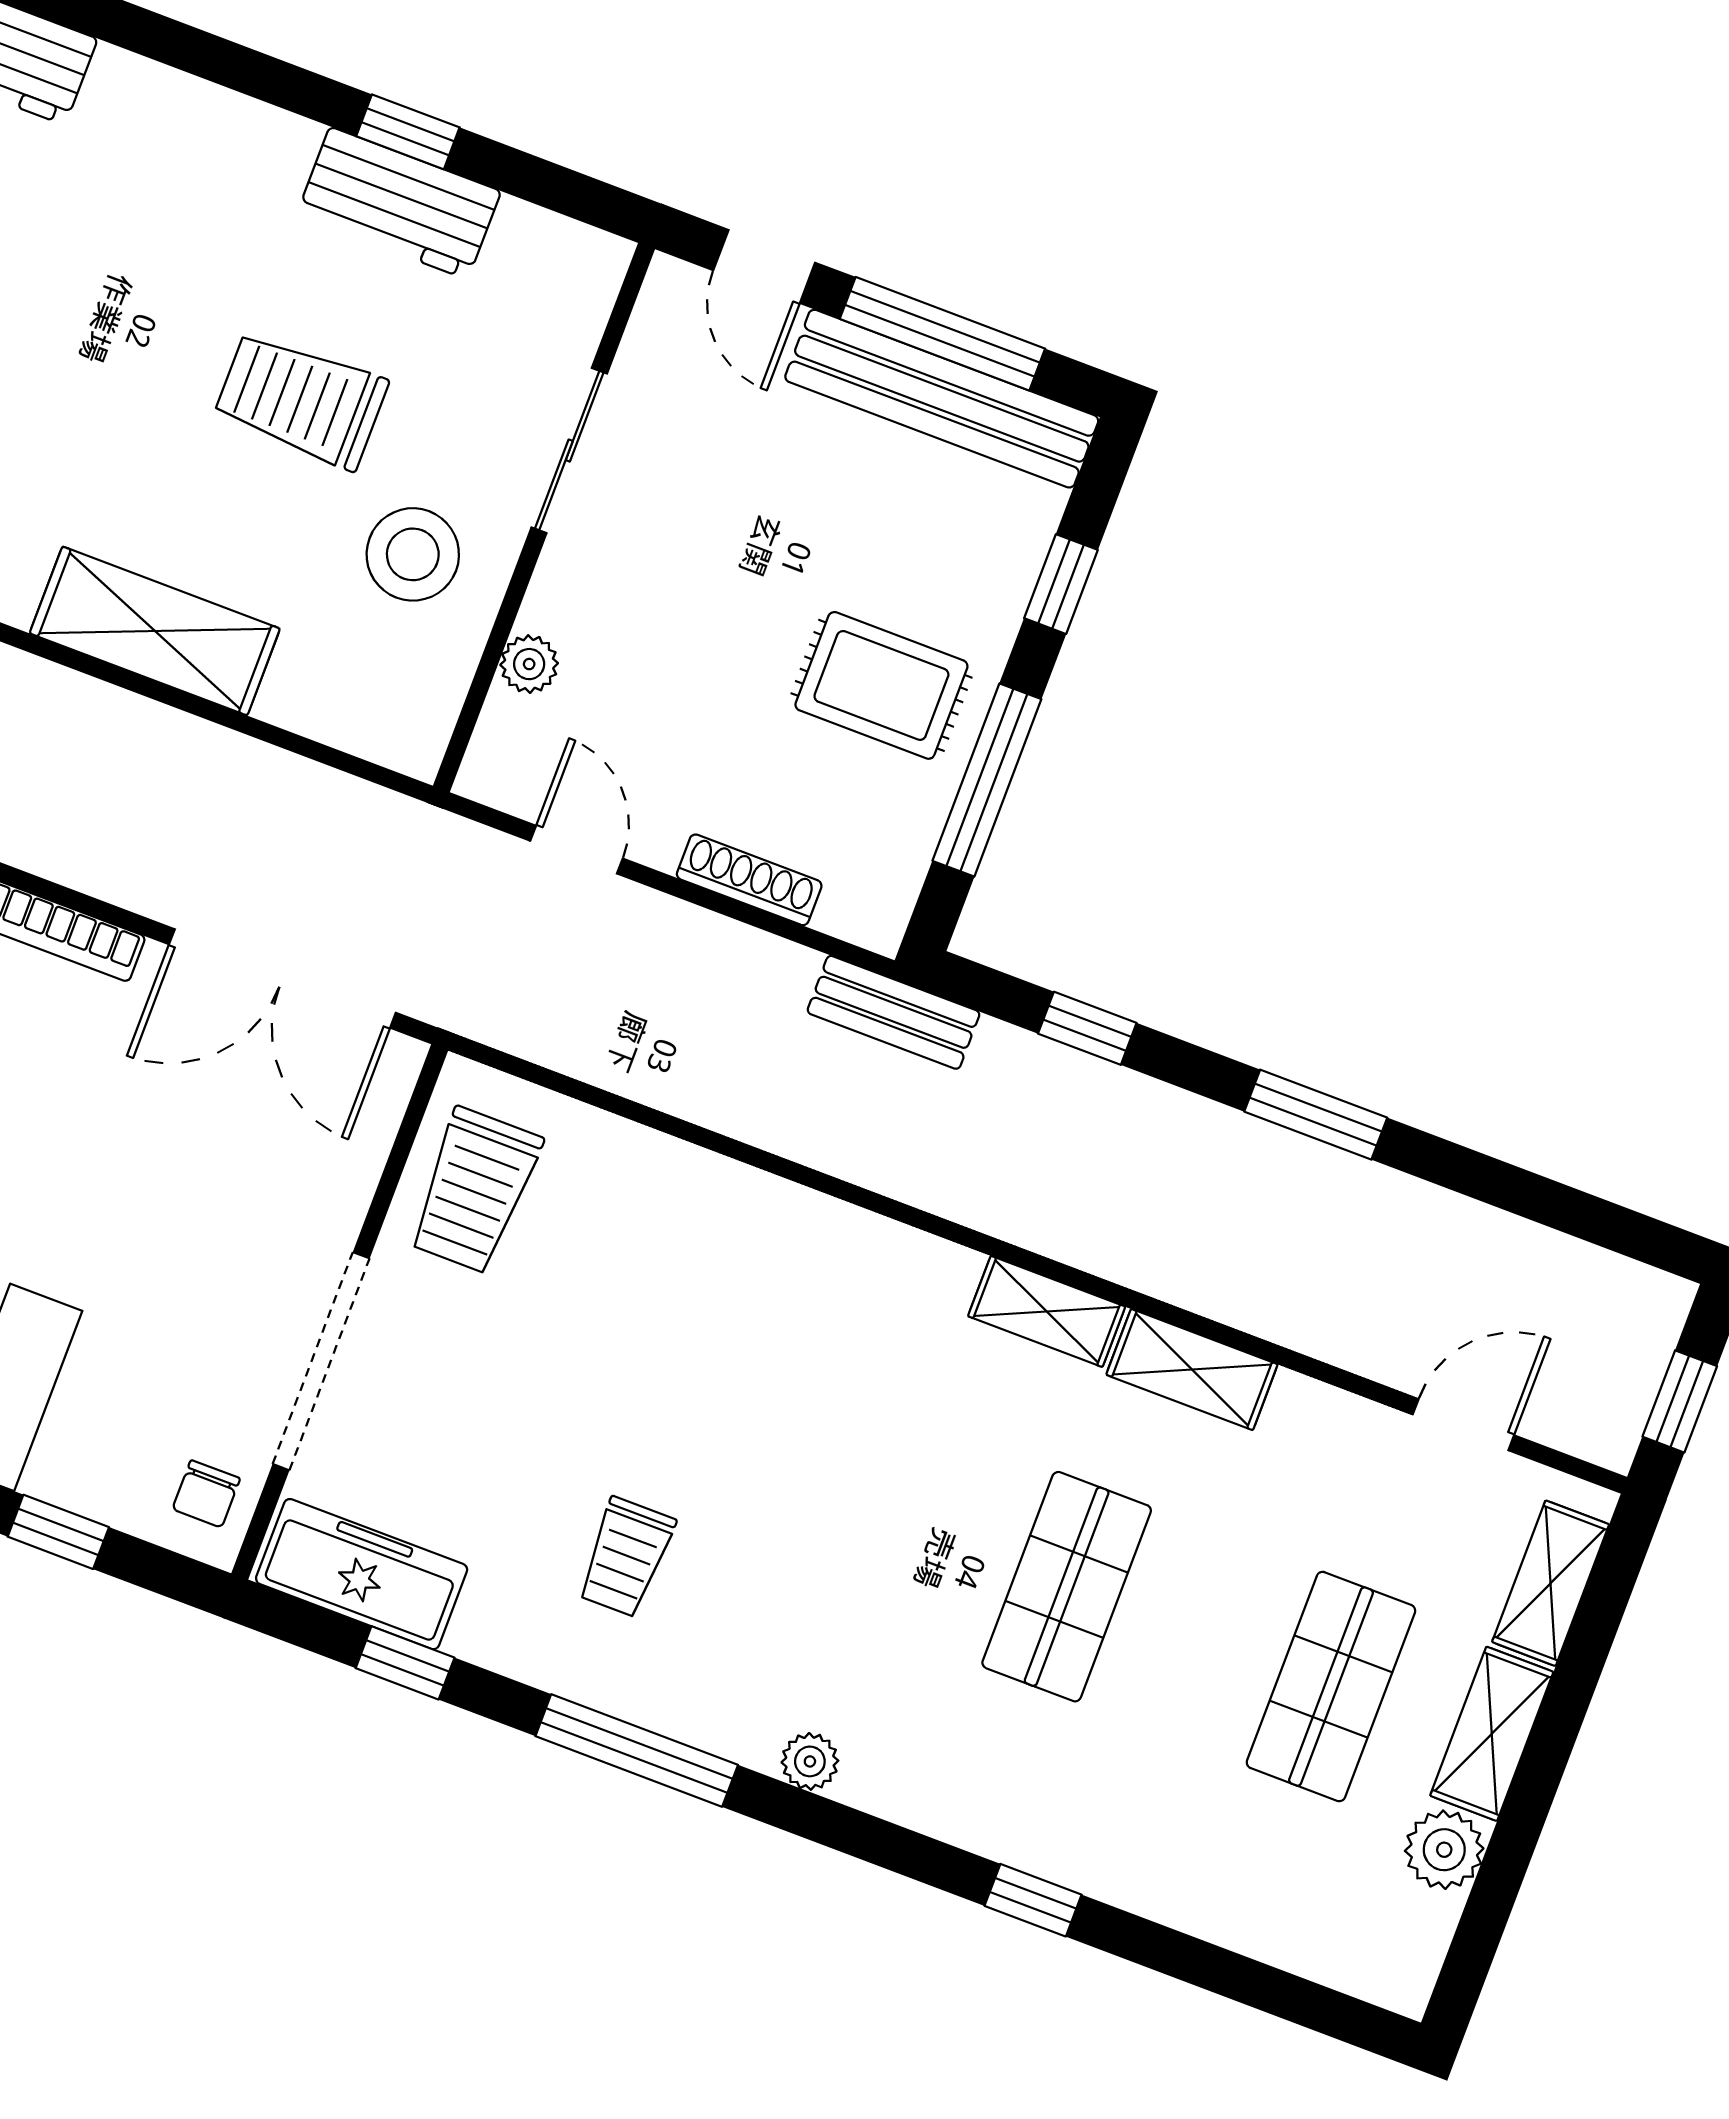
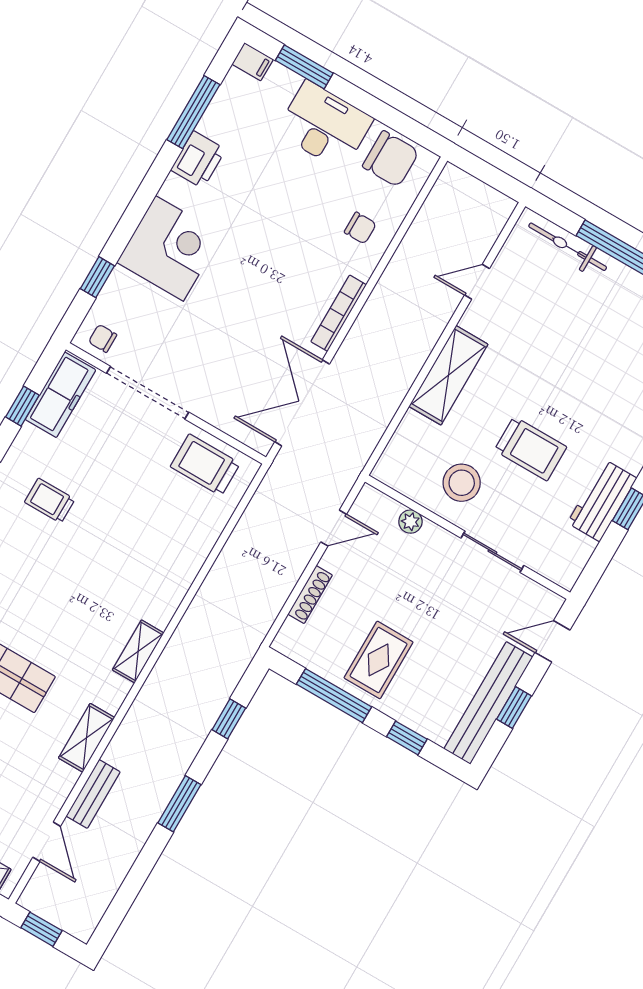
window: (942, 334) -> (514, 708), width x0.46
trolley: (301, 400) -> (530, 449), turned 90
bench: (894, 1012) -> (93, 794), moved
shelving: (1047, 1311) -> (138, 651), moved

